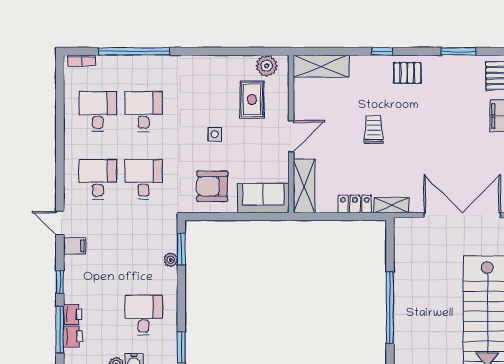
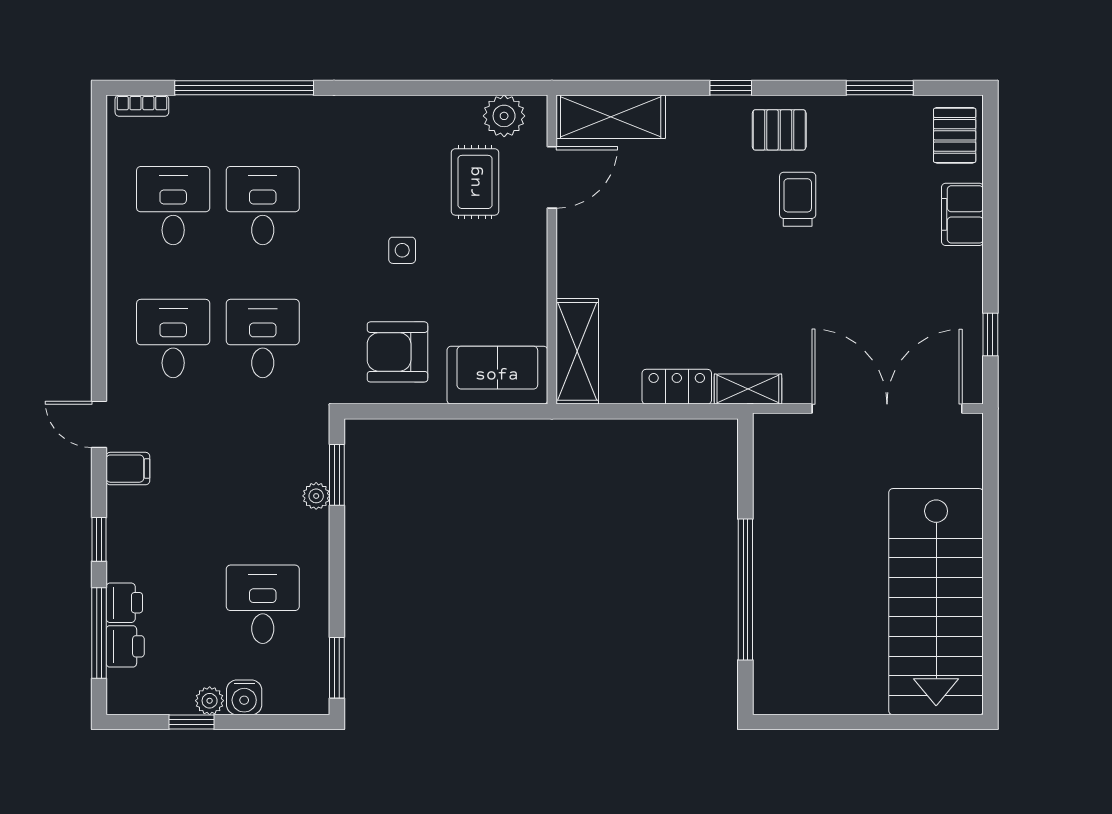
trolley: (374, 130) -> (798, 199), moved
door: (291, 136) -> (552, 177), moved

